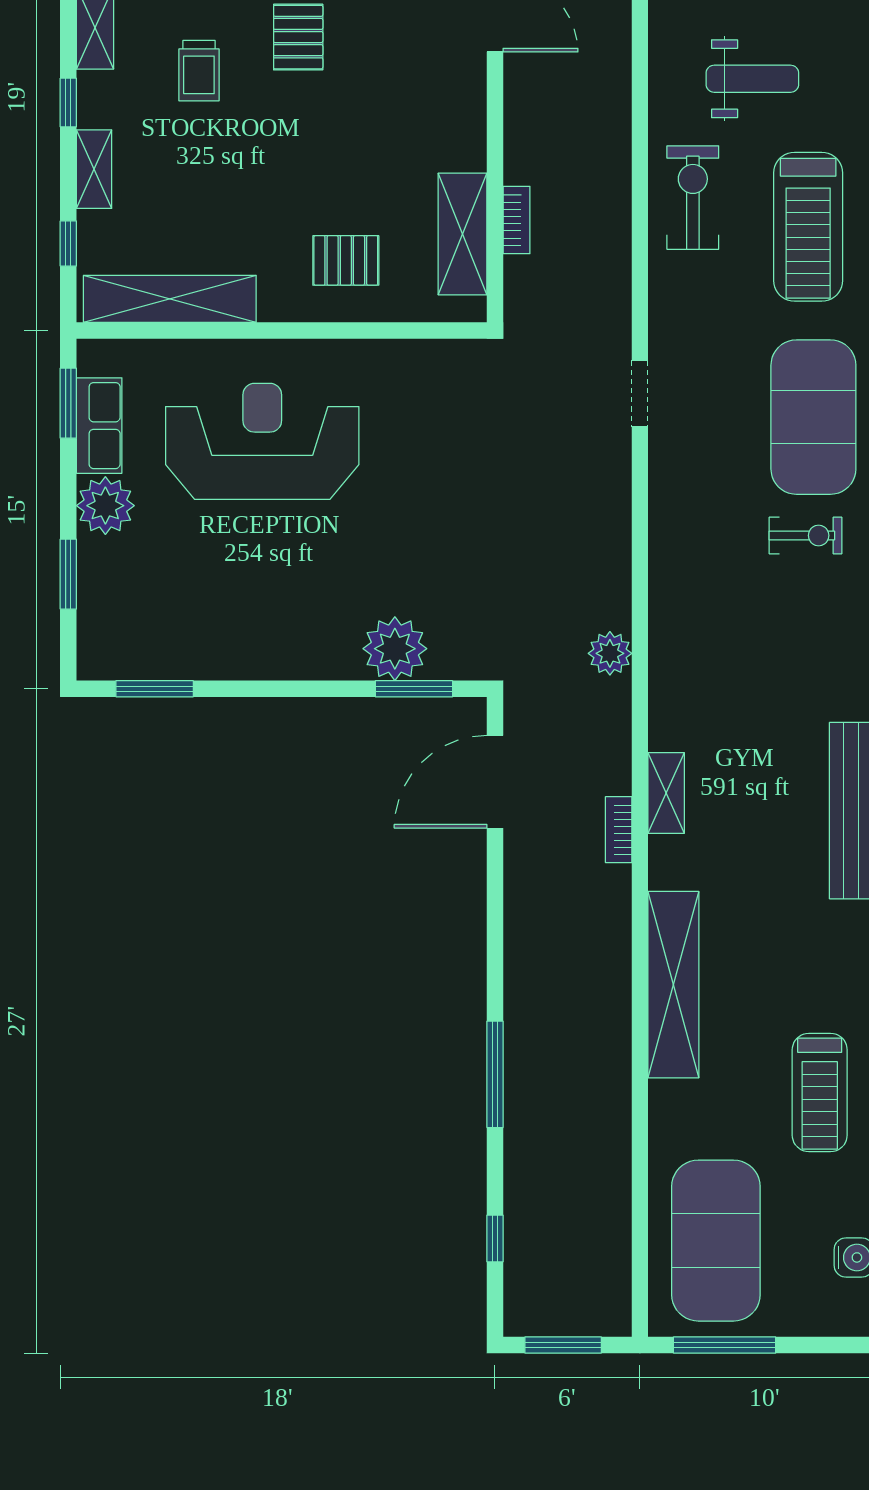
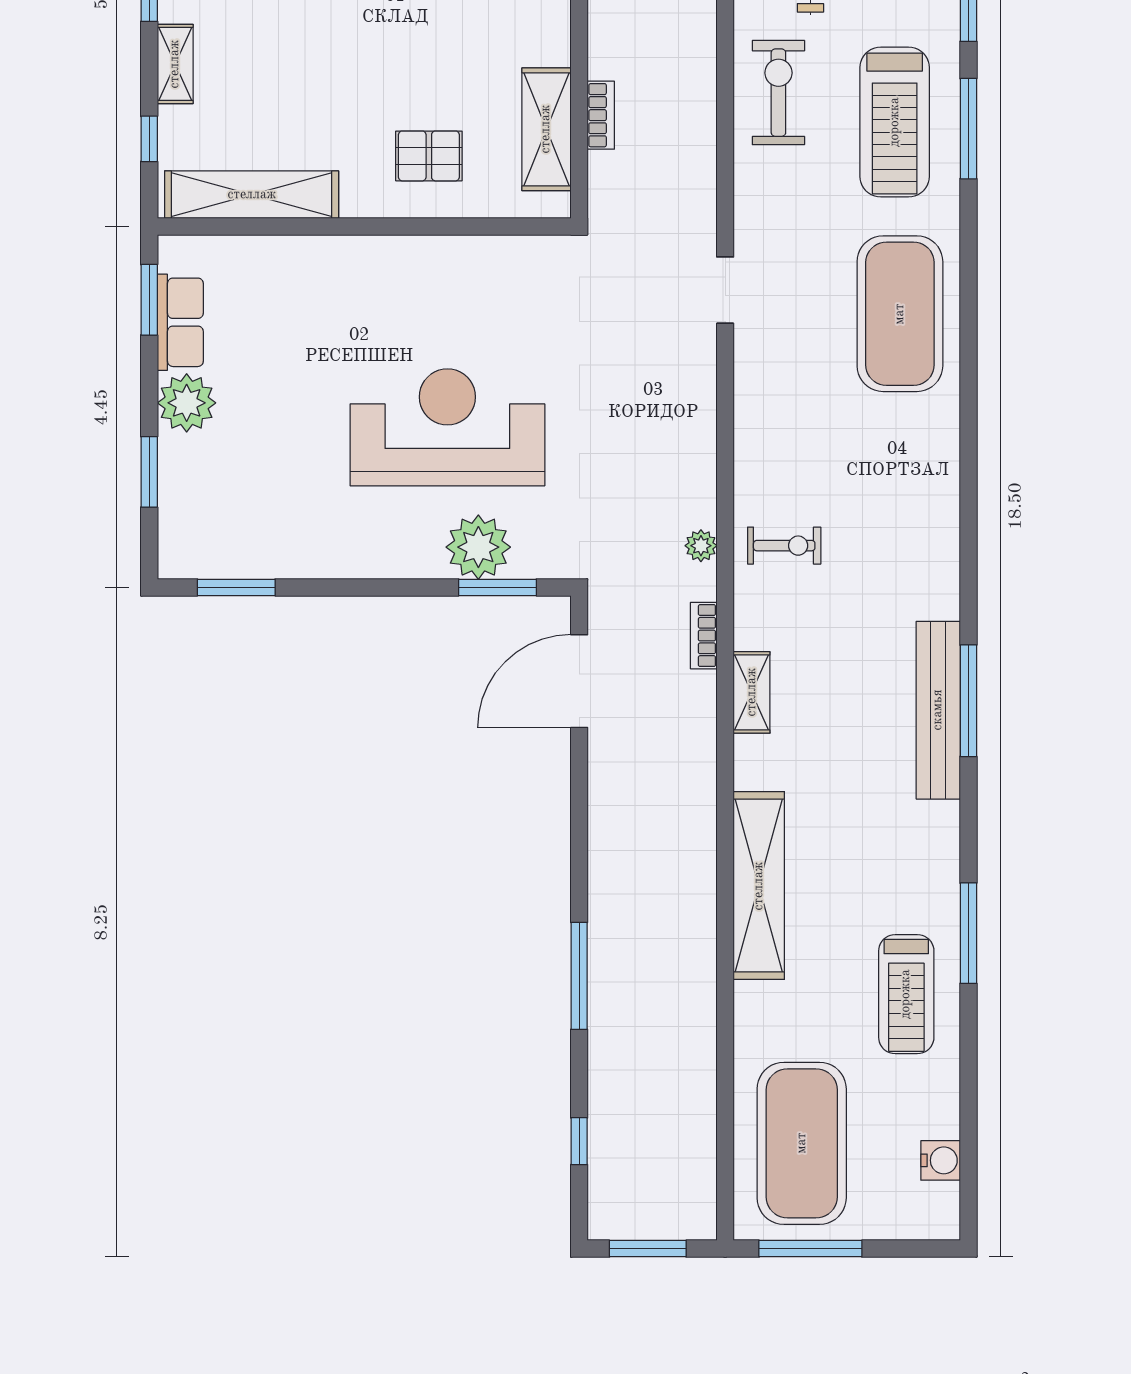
reception desk: (262, 441) -> (447, 427), moved
exercise bike: (806, 535) -> (784, 546), moved
plant: (610, 653) -> (701, 546), width x0.73, depth x0.73
bookcase: (619, 830) -> (704, 636), moved

